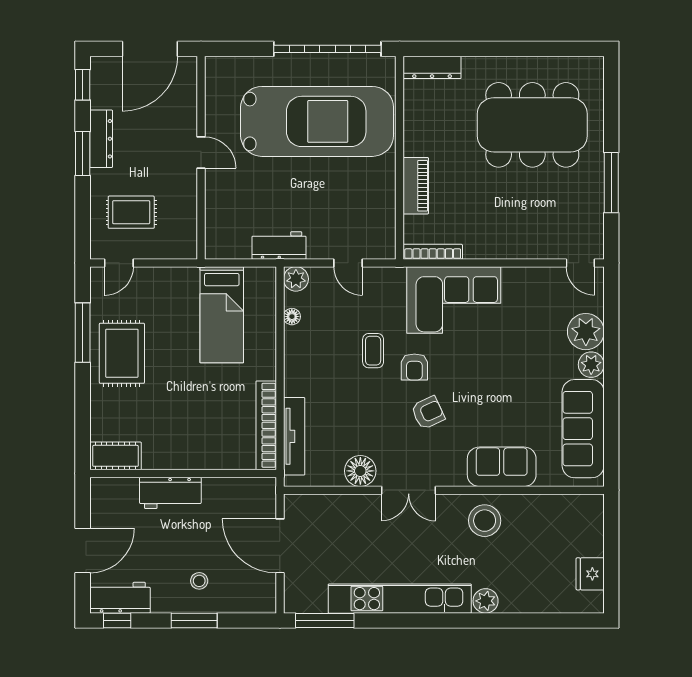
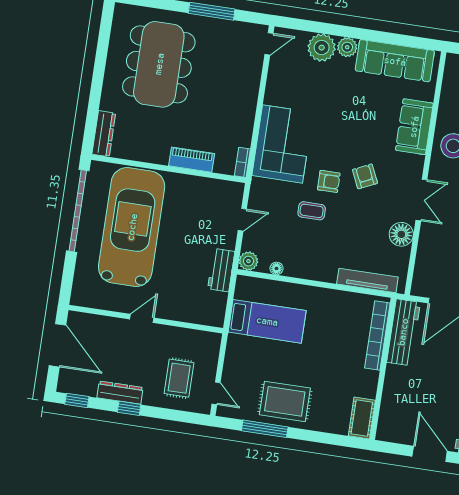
window: (83, 154) -> (129, 408), width x0.67
bookcase: (433, 252) -> (242, 162), width x0.64
bookcase: (266, 425) -> (377, 335), moved, turned 90
workbench: (170, 493) -> (403, 332), moved, width x1.38

